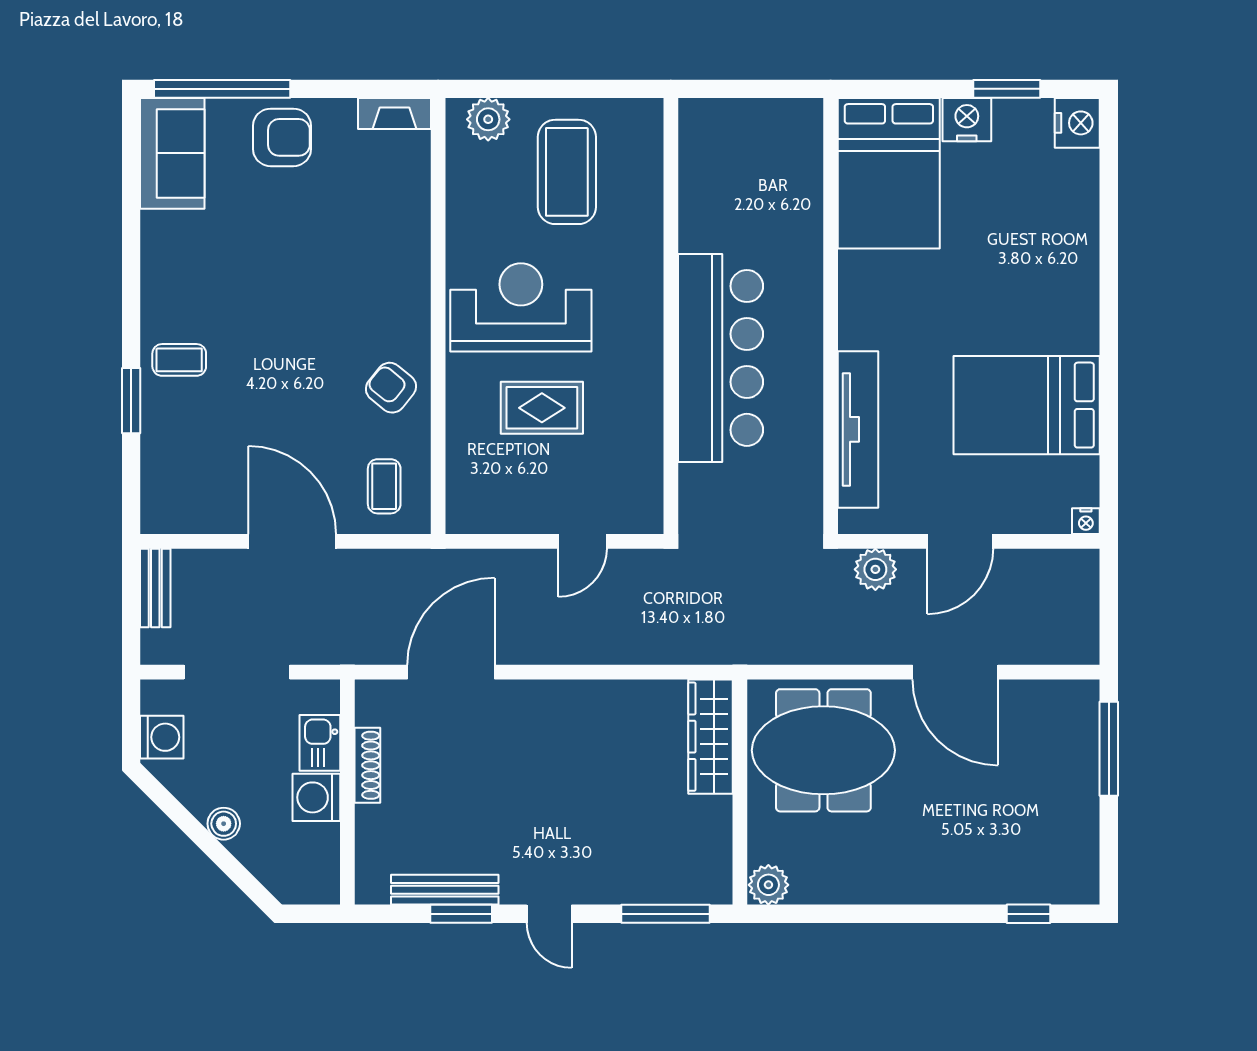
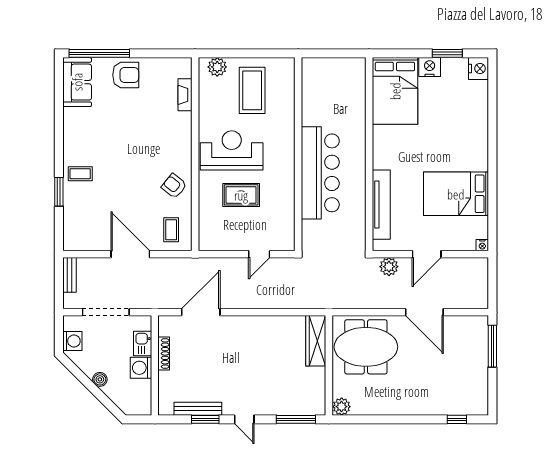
fireplace: (395, 114) -> (185, 95), moved, turned 90

